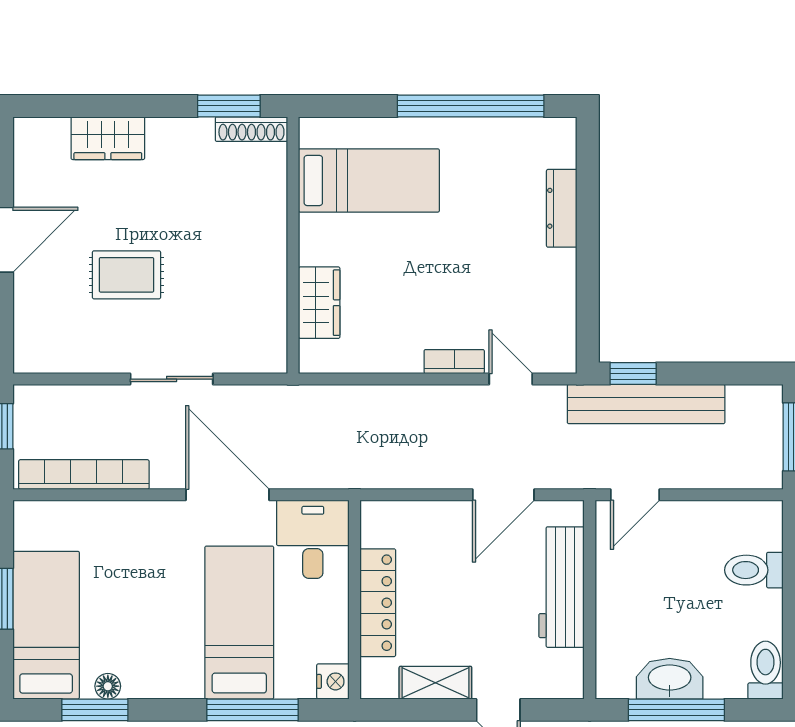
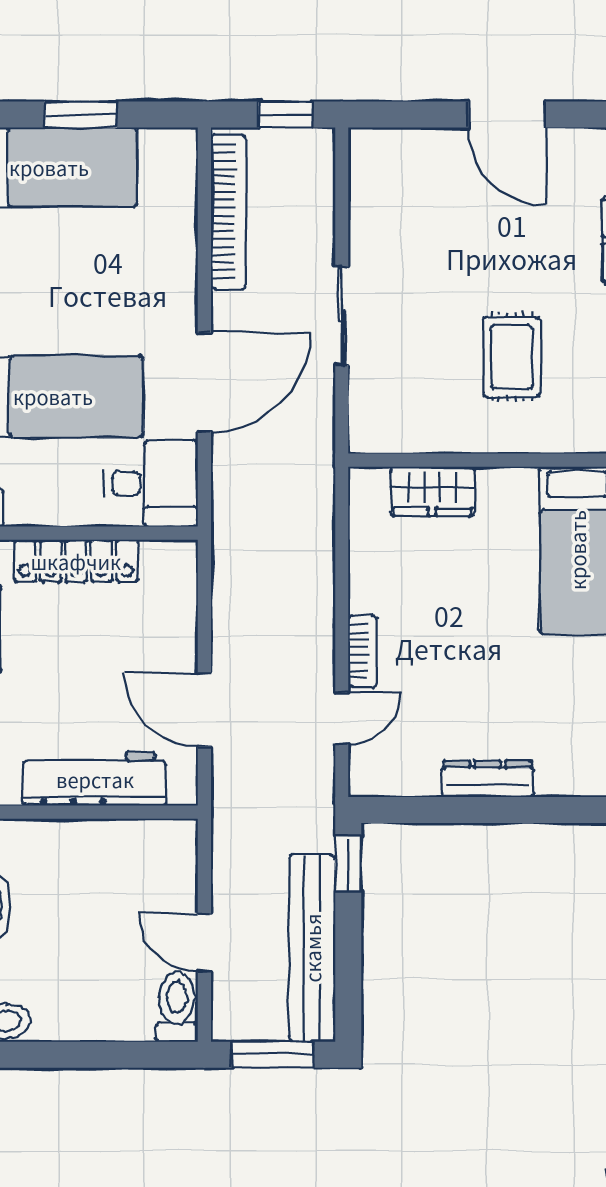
dresser: (562, 208) -> (488, 779), moved
rug: (127, 275) -> (512, 357), moved
bench: (646, 404) -> (312, 948), moved
door: (635, 495) -> (204, 943), moved
toilet: (754, 570) -> (177, 1007), moved

